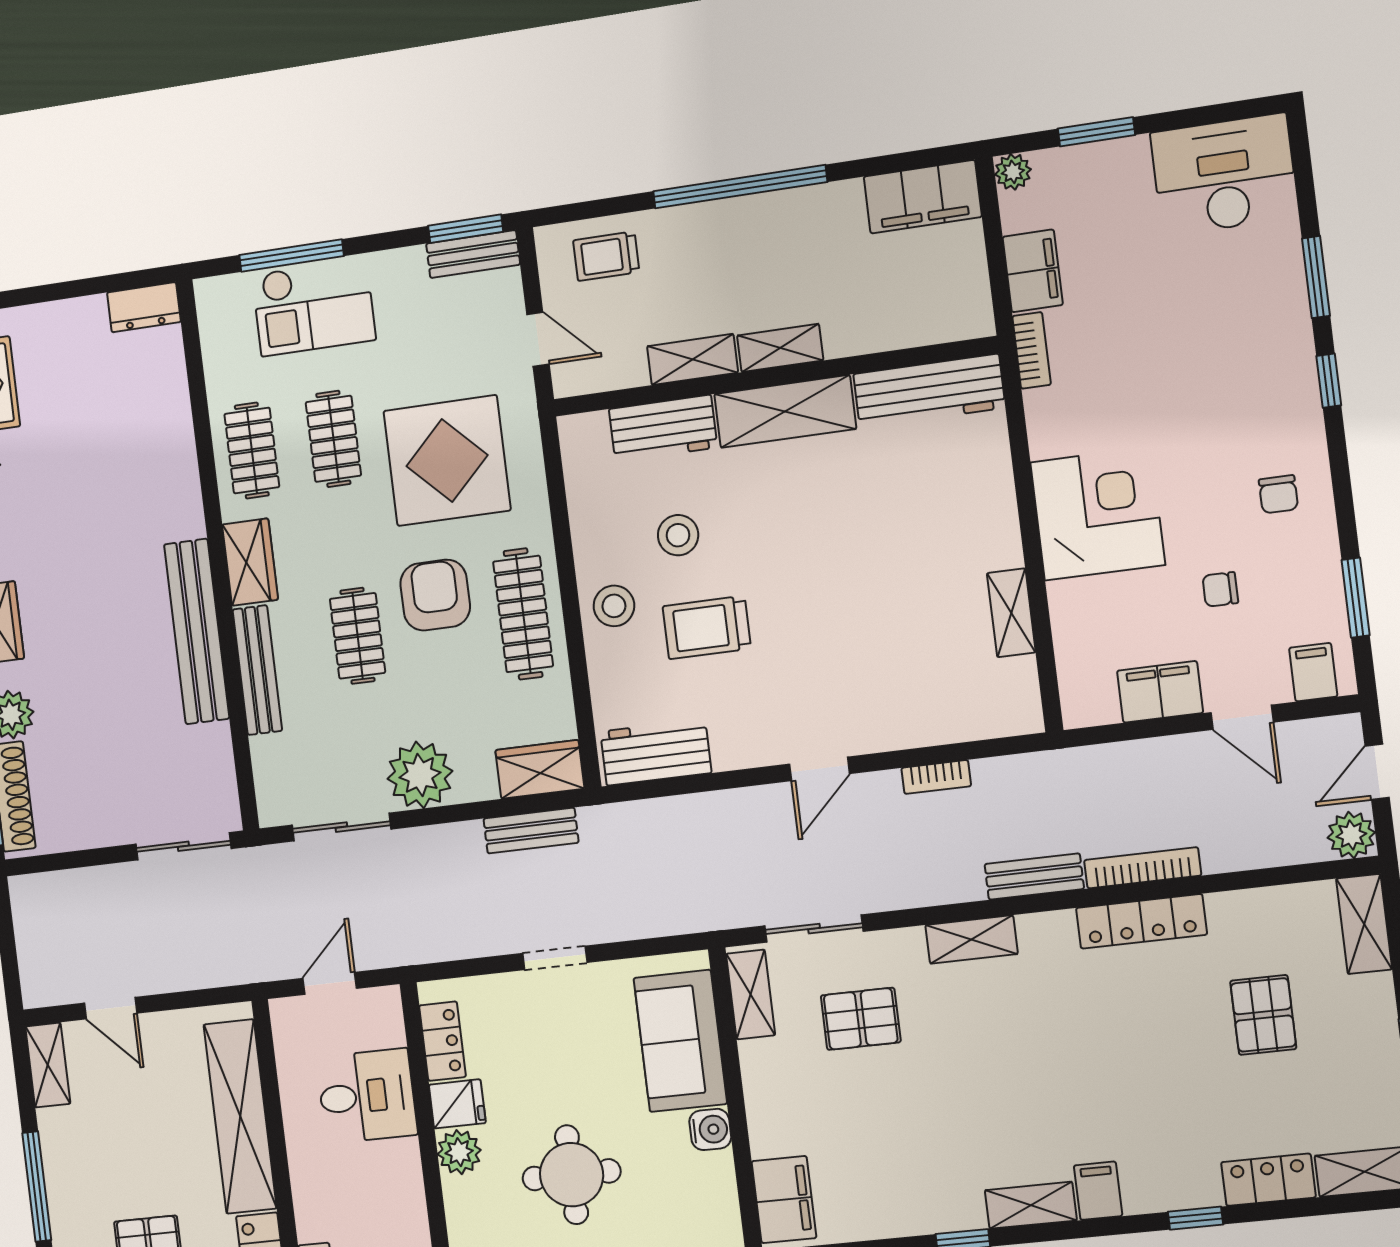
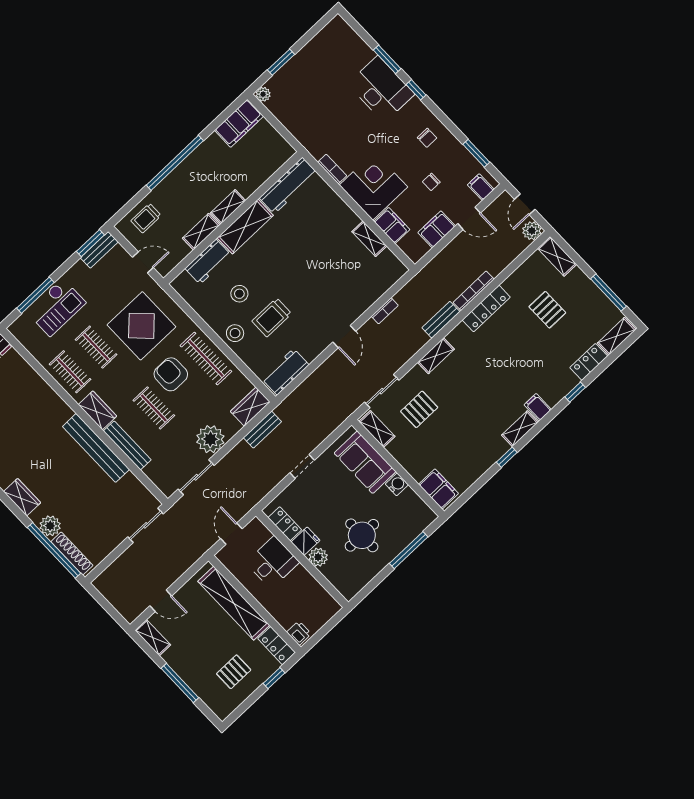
desk: (1224, 175) -> (381, 89), moved, turned 90
filing cabinet: (1033, 271) -> (392, 225), moved
bookcase: (1032, 350) -> (332, 169), moved

